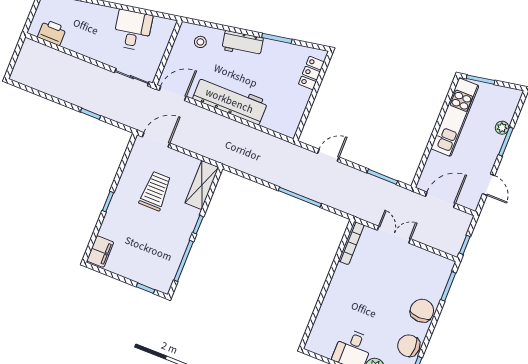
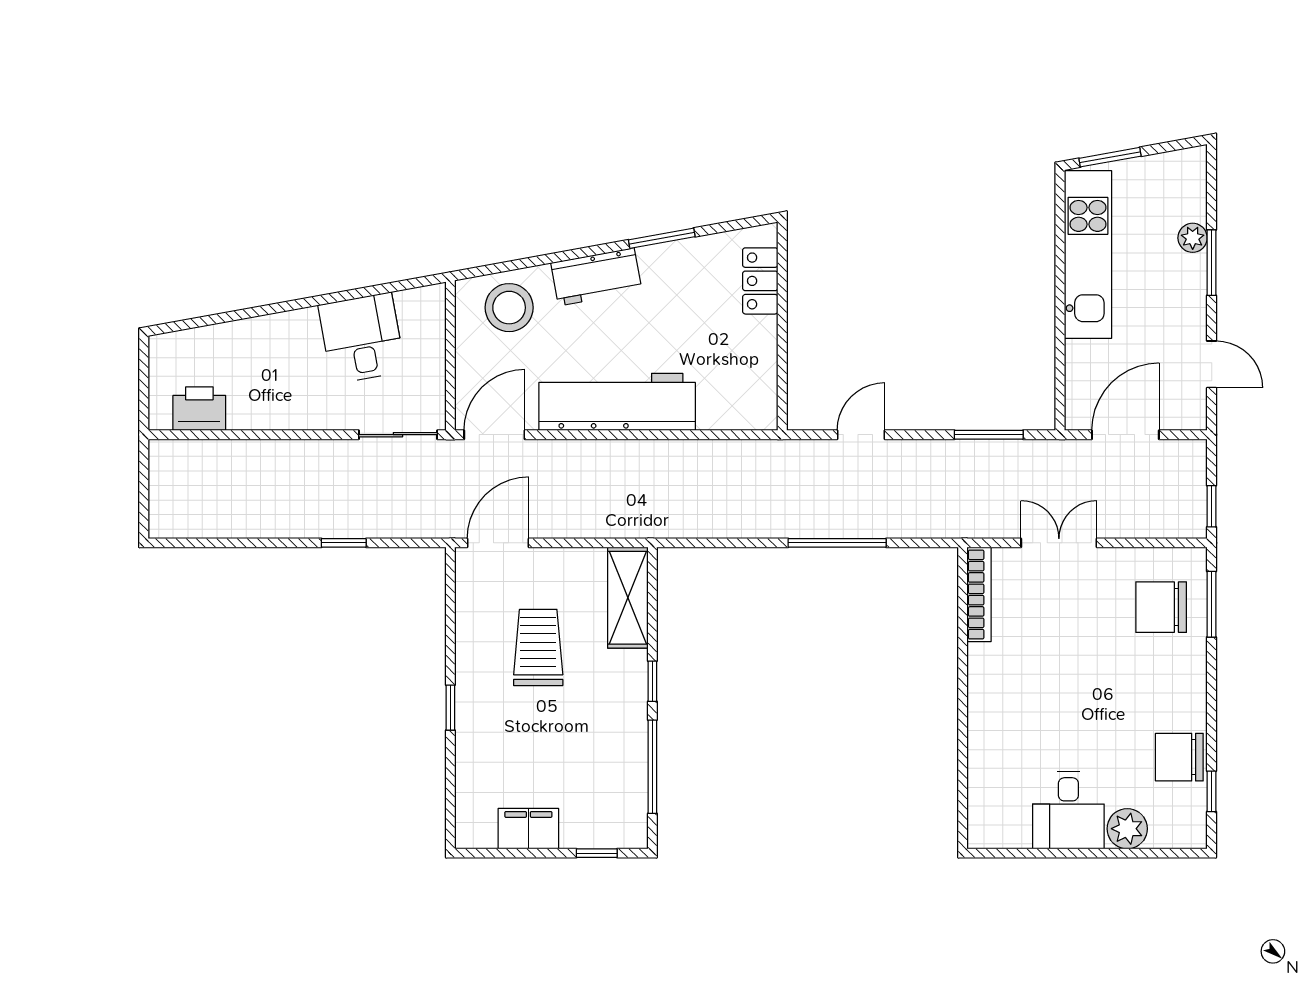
stool: (200, 42) -> (509, 308), width x1.89, depth x1.89
filing cabinet: (100, 252) -> (528, 829), moved, turned -90
chair: (422, 311) -> (1161, 607), moved, turned -90

